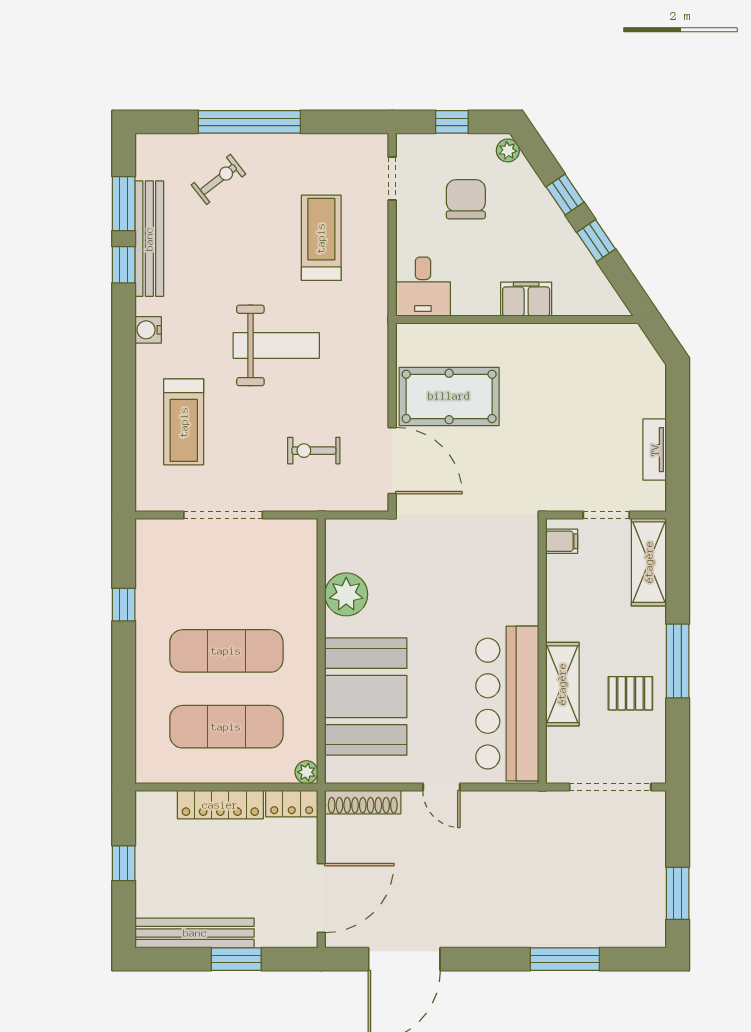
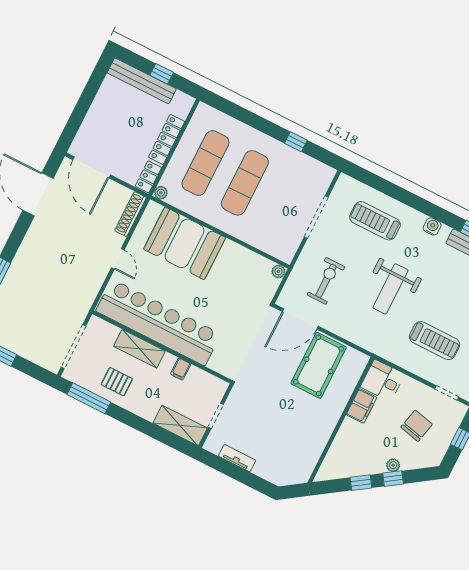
plant: (508, 150) -> (393, 465), moved
chair: (466, 199) -> (417, 426), turned -77
filing cabinet: (526, 299) -> (361, 406), moved
exercise bike: (314, 451) -> (326, 281), width x1.38, depth x1.39
filing cabinet: (562, 541) -> (181, 369), moved
plant: (346, 594) -> (278, 271), moved, width x0.53, depth x0.53
window: (678, 661) -> (89, 398), moved
pallet: (630, 693) -> (117, 382), turned 90
bar counter: (507, 704) -> (158, 322), width x1.36
door: (441, 787) -> (118, 259), swing flipped
bench: (195, 933) -> (142, 81), moved, turned 90
window: (236, 959) -> (82, 107), removed

